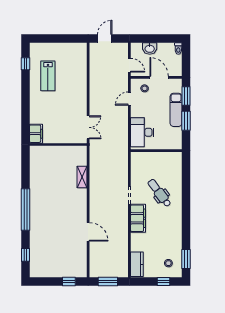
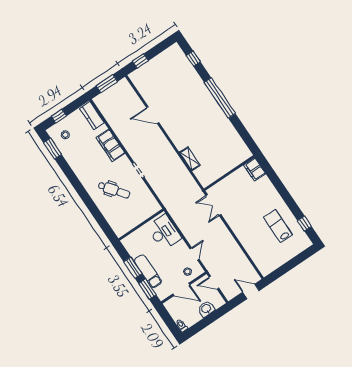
door: (105, 38) -> (251, 291), swing flipped
filing cabinet: (138, 218) -> (111, 145), moved

